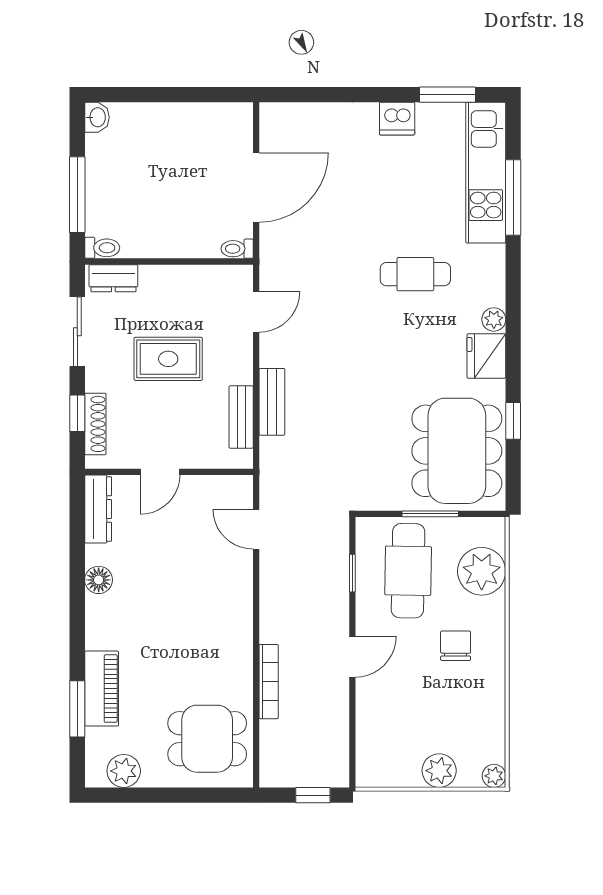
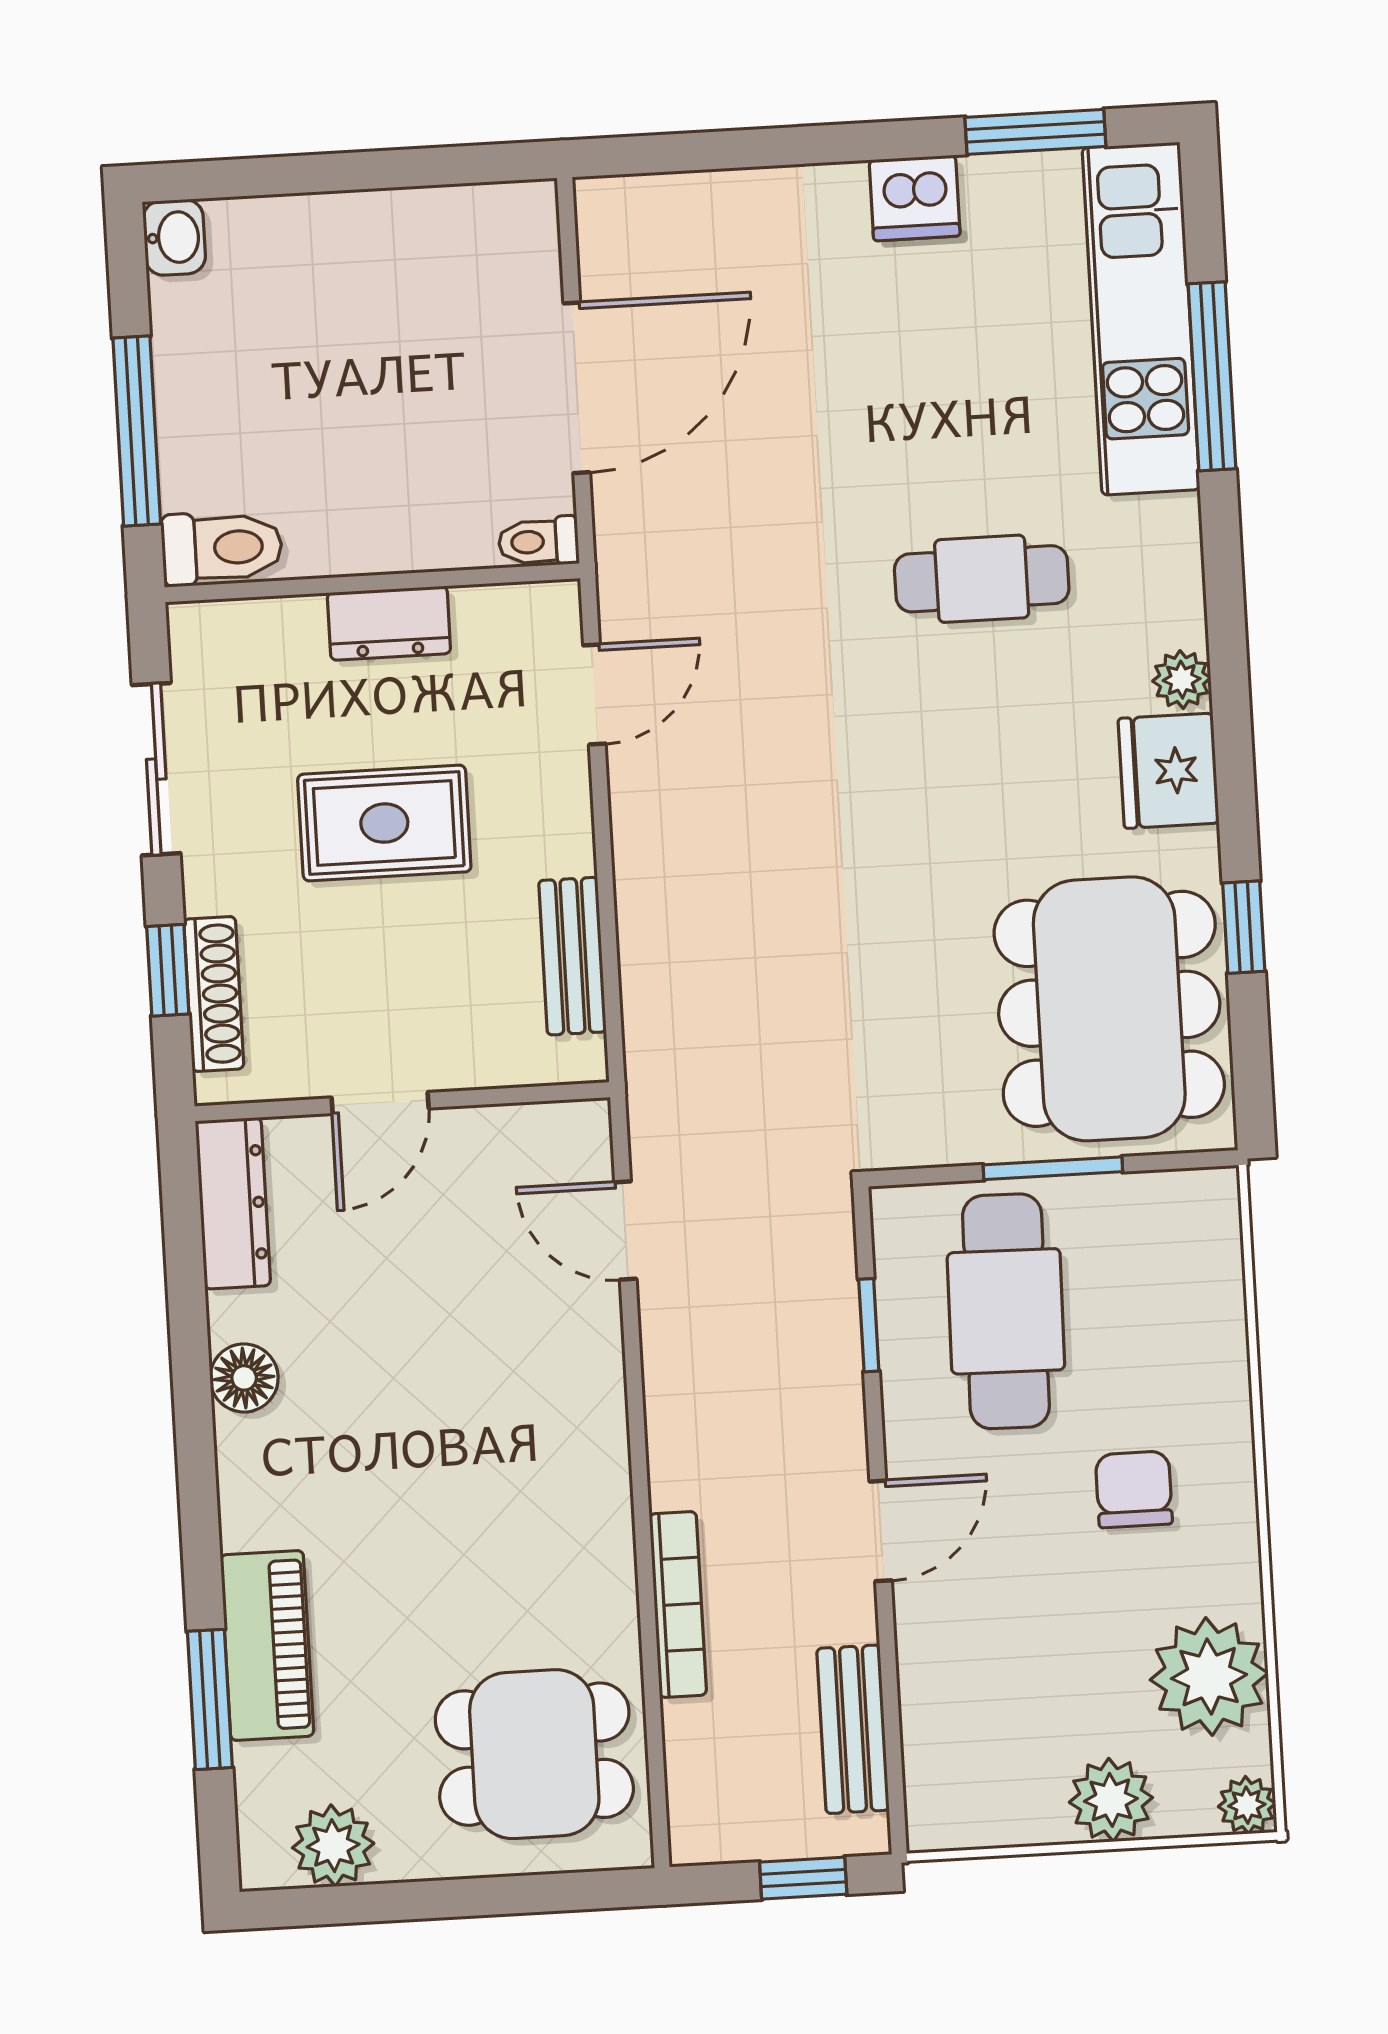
toilet: (102, 248) -> (222, 548), width x1.37, depth x1.39
dresser: (113, 278) -> (389, 623), moved
bench: (272, 402) -> (853, 1729), moved
plant: (482, 571) -> (1209, 1677), moved

